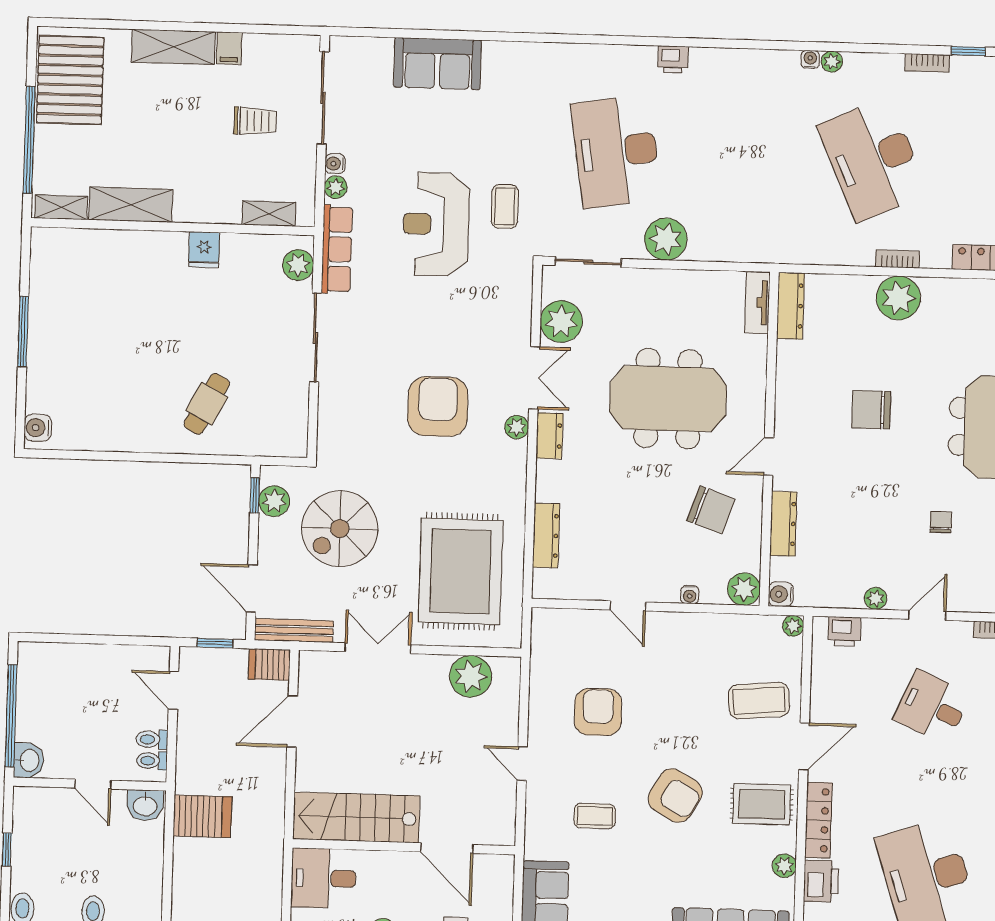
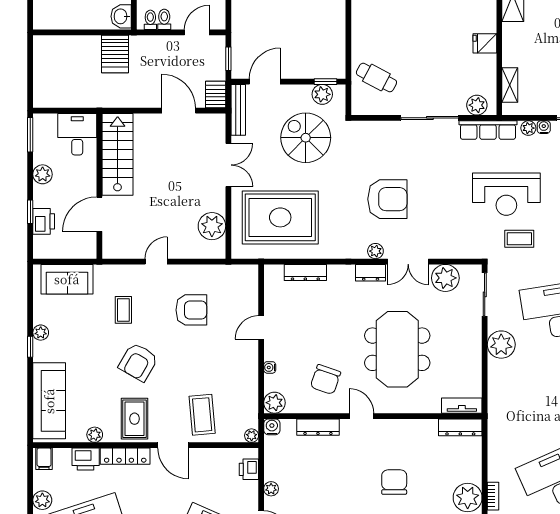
reception desk: (436, 224) -> (506, 194), turned 180
cafe table: (207, 404) -> (376, 78), moved

